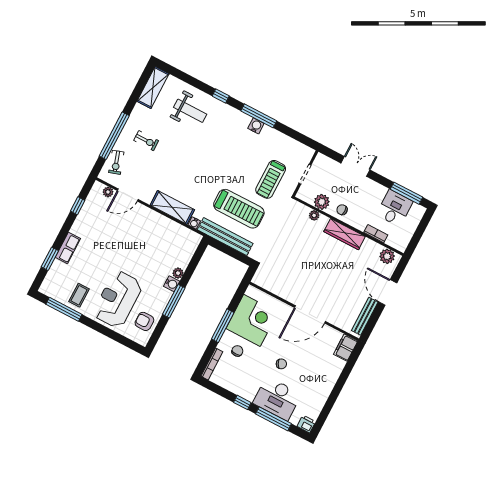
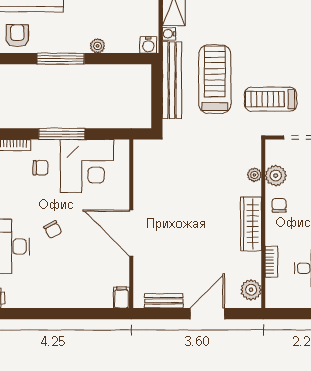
treadmill: (239, 209) -> (215, 79), turned 180
water cooler: (172, 284) -> (148, 45), moved
bench: (365, 316) -> (164, 301), width x0.73
filing cabinet: (346, 348) -> (121, 297), width x0.50

